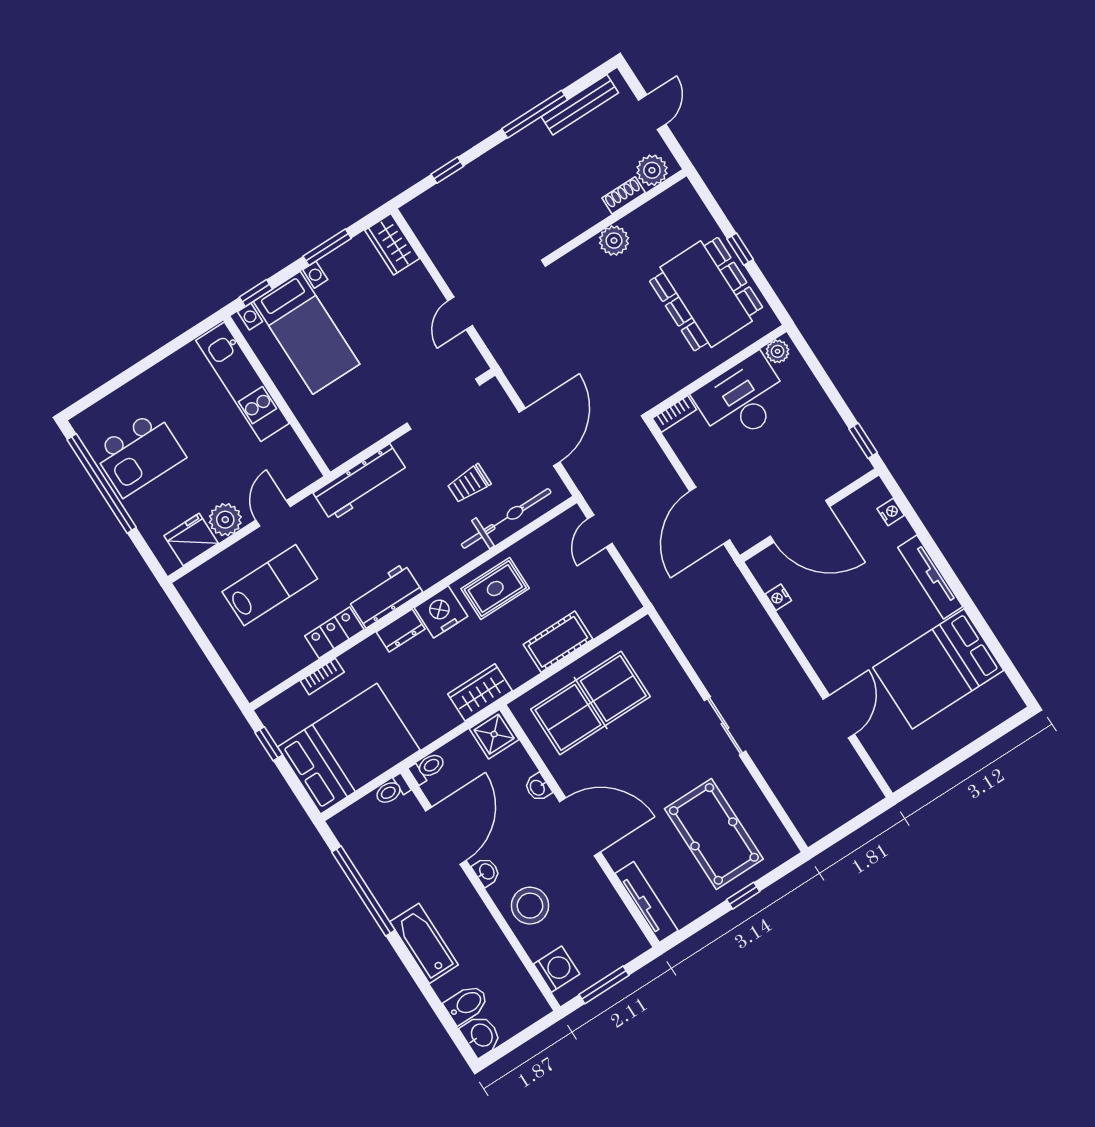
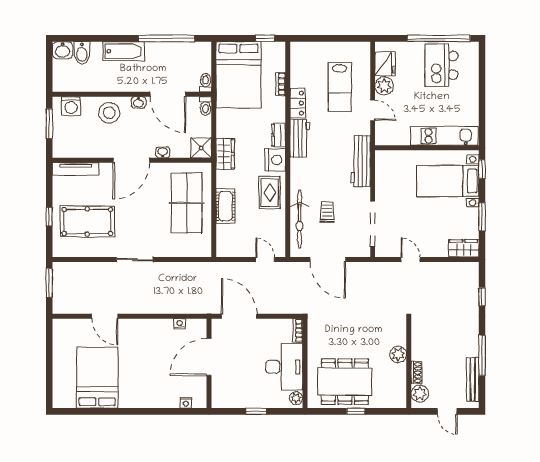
window: (863, 441) -> (256, 411), moved
tv unit: (930, 577) -> (143, 402), removed
window: (842, 832) -> (49, 283), added

